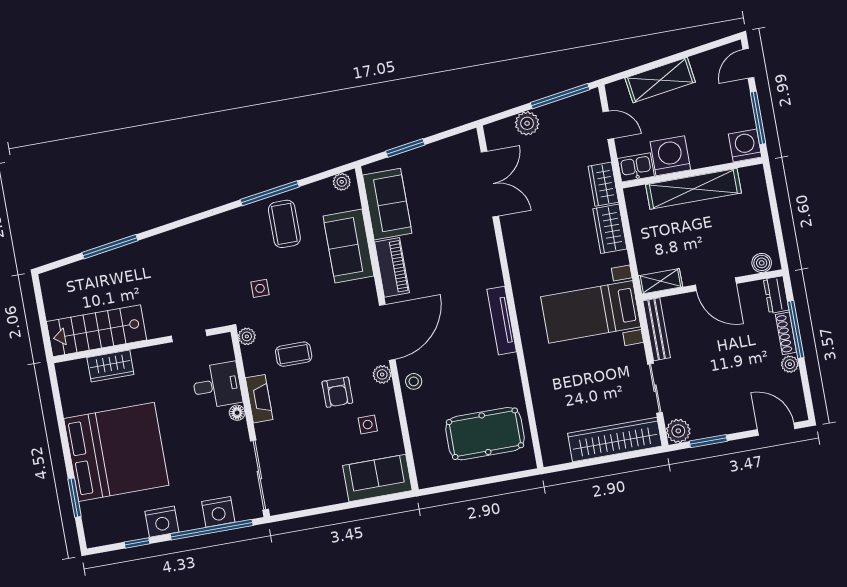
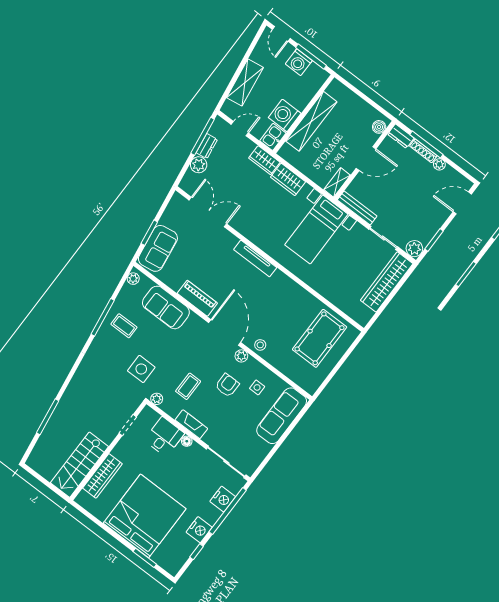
dresser: (555, 111) -> (207, 146), added
washing machine: (745, 146) -> (299, 62), moved, turned -90
sofa: (387, 204) -> (158, 248), moved, turned 82
coffee table: (284, 224) -> (124, 326), width x0.73, depth x0.77
side table: (260, 288) -> (141, 369), width x1.87, depth x1.87
tv unit: (502, 321) -> (255, 259), moved
wardrobe: (110, 366) -> (102, 476), width x1.50
armchair: (337, 392) -> (227, 385), turned -90
sofa: (377, 478) -> (282, 416), width x1.36

